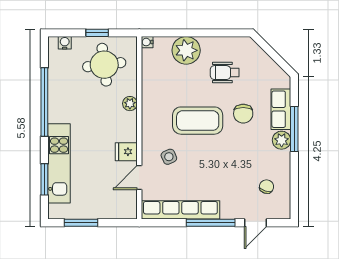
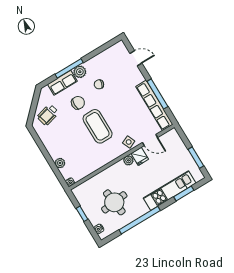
plant: (186, 50) -> (60, 163), width x0.53, depth x0.53
round table: (104, 65) -> (114, 202), moved
wheelchair: (225, 73) -> (48, 115), moved, turned 75
plant: (130, 104) -> (128, 160), moved
side table: (169, 157) -> (129, 142), moved
chair: (266, 187) -> (99, 84), moved
window: (211, 223) -> (157, 94), moved

